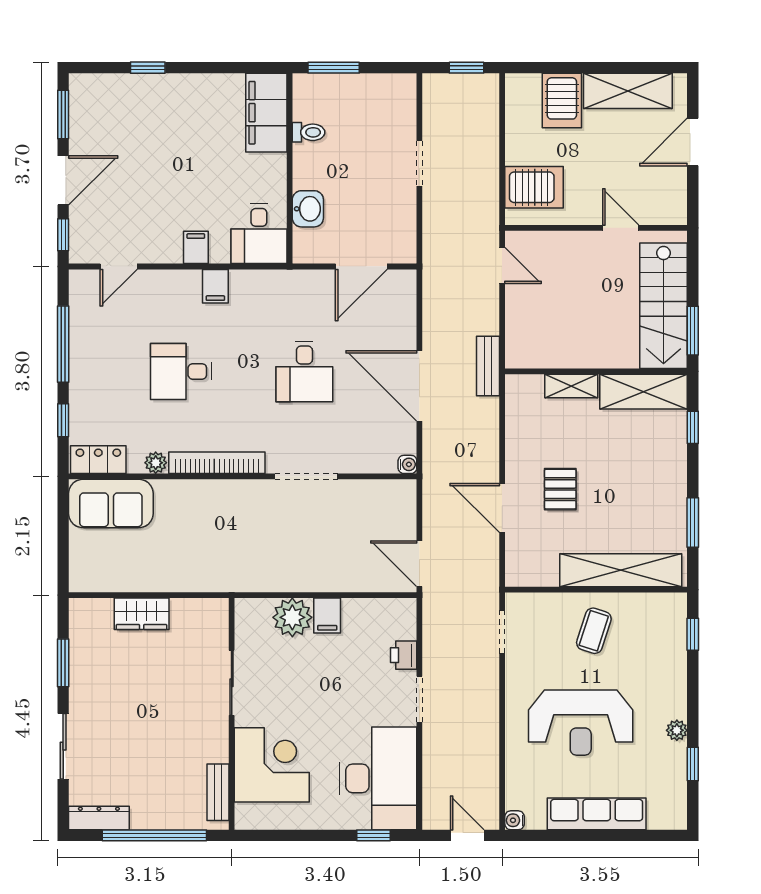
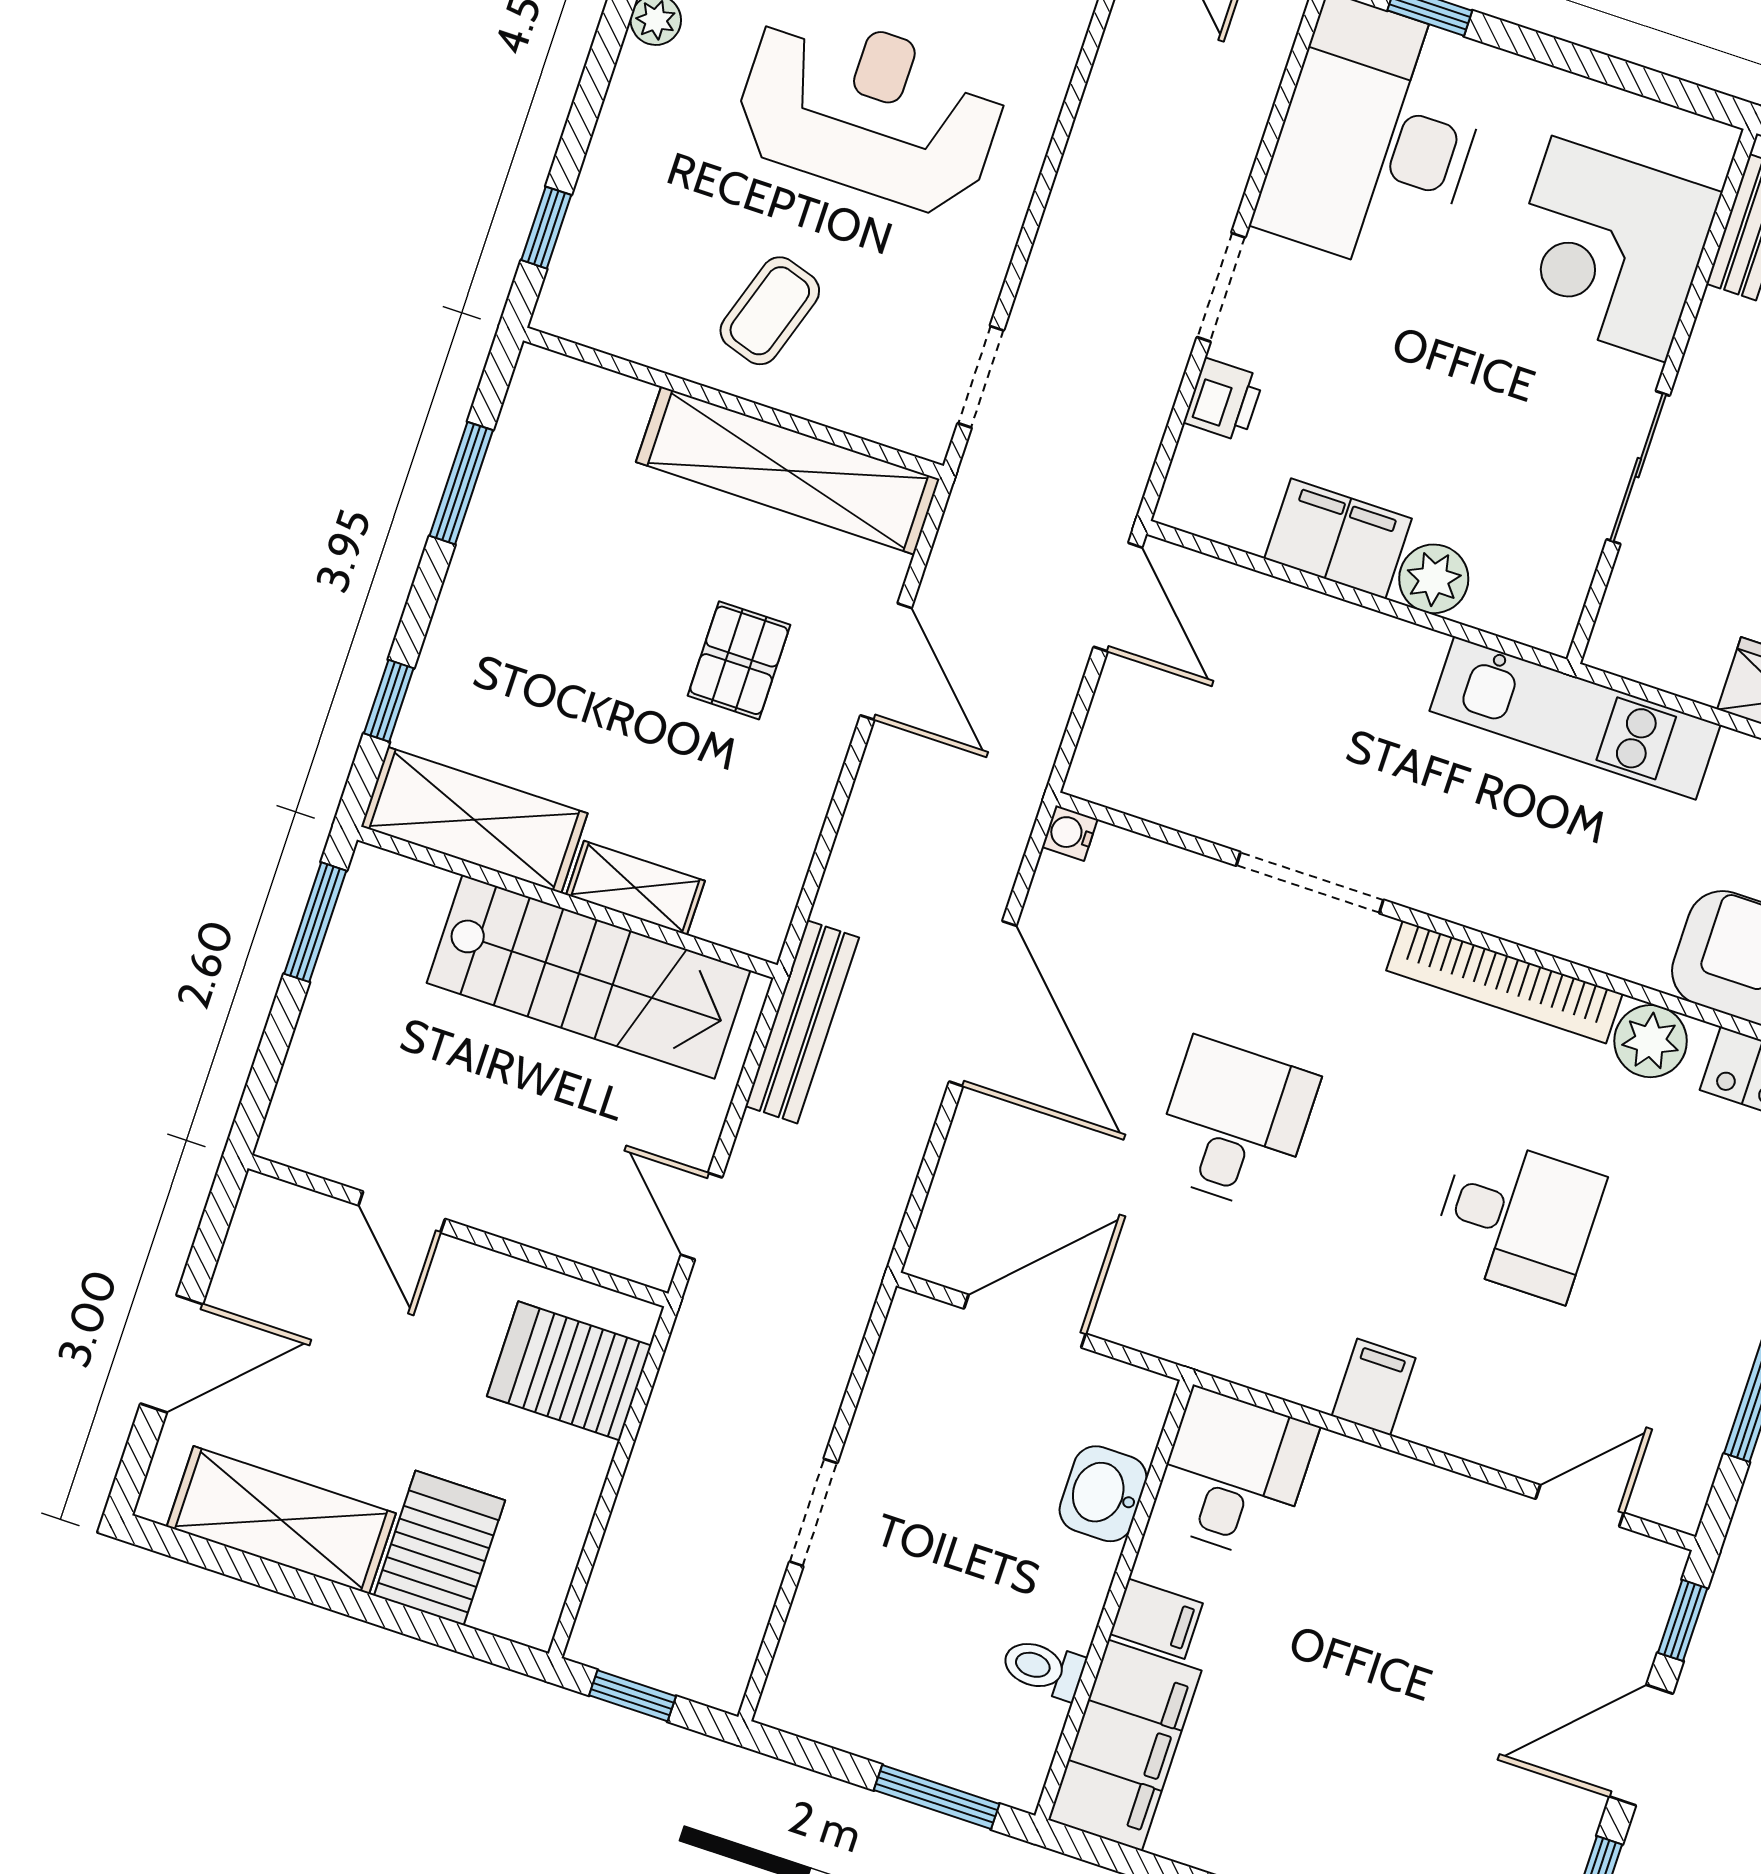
filing cabinet: (196, 247) -> (1156, 1619), moved, turned -90
stairs: (663, 306) -> (589, 977), moved, turned 90
bench: (488, 366) -> (802, 1022), width x1.36
plant: (156, 463) -> (1651, 1041), width x1.38, depth x1.38
shelving: (621, 570) -> (788, 471), moved
kitchen unit: (224, 576) -> (1575, 718), added
filing cabinet: (327, 615) -> (1338, 539), width x2.00
plant: (292, 617) -> (1434, 579), width x0.73, depth x0.73

